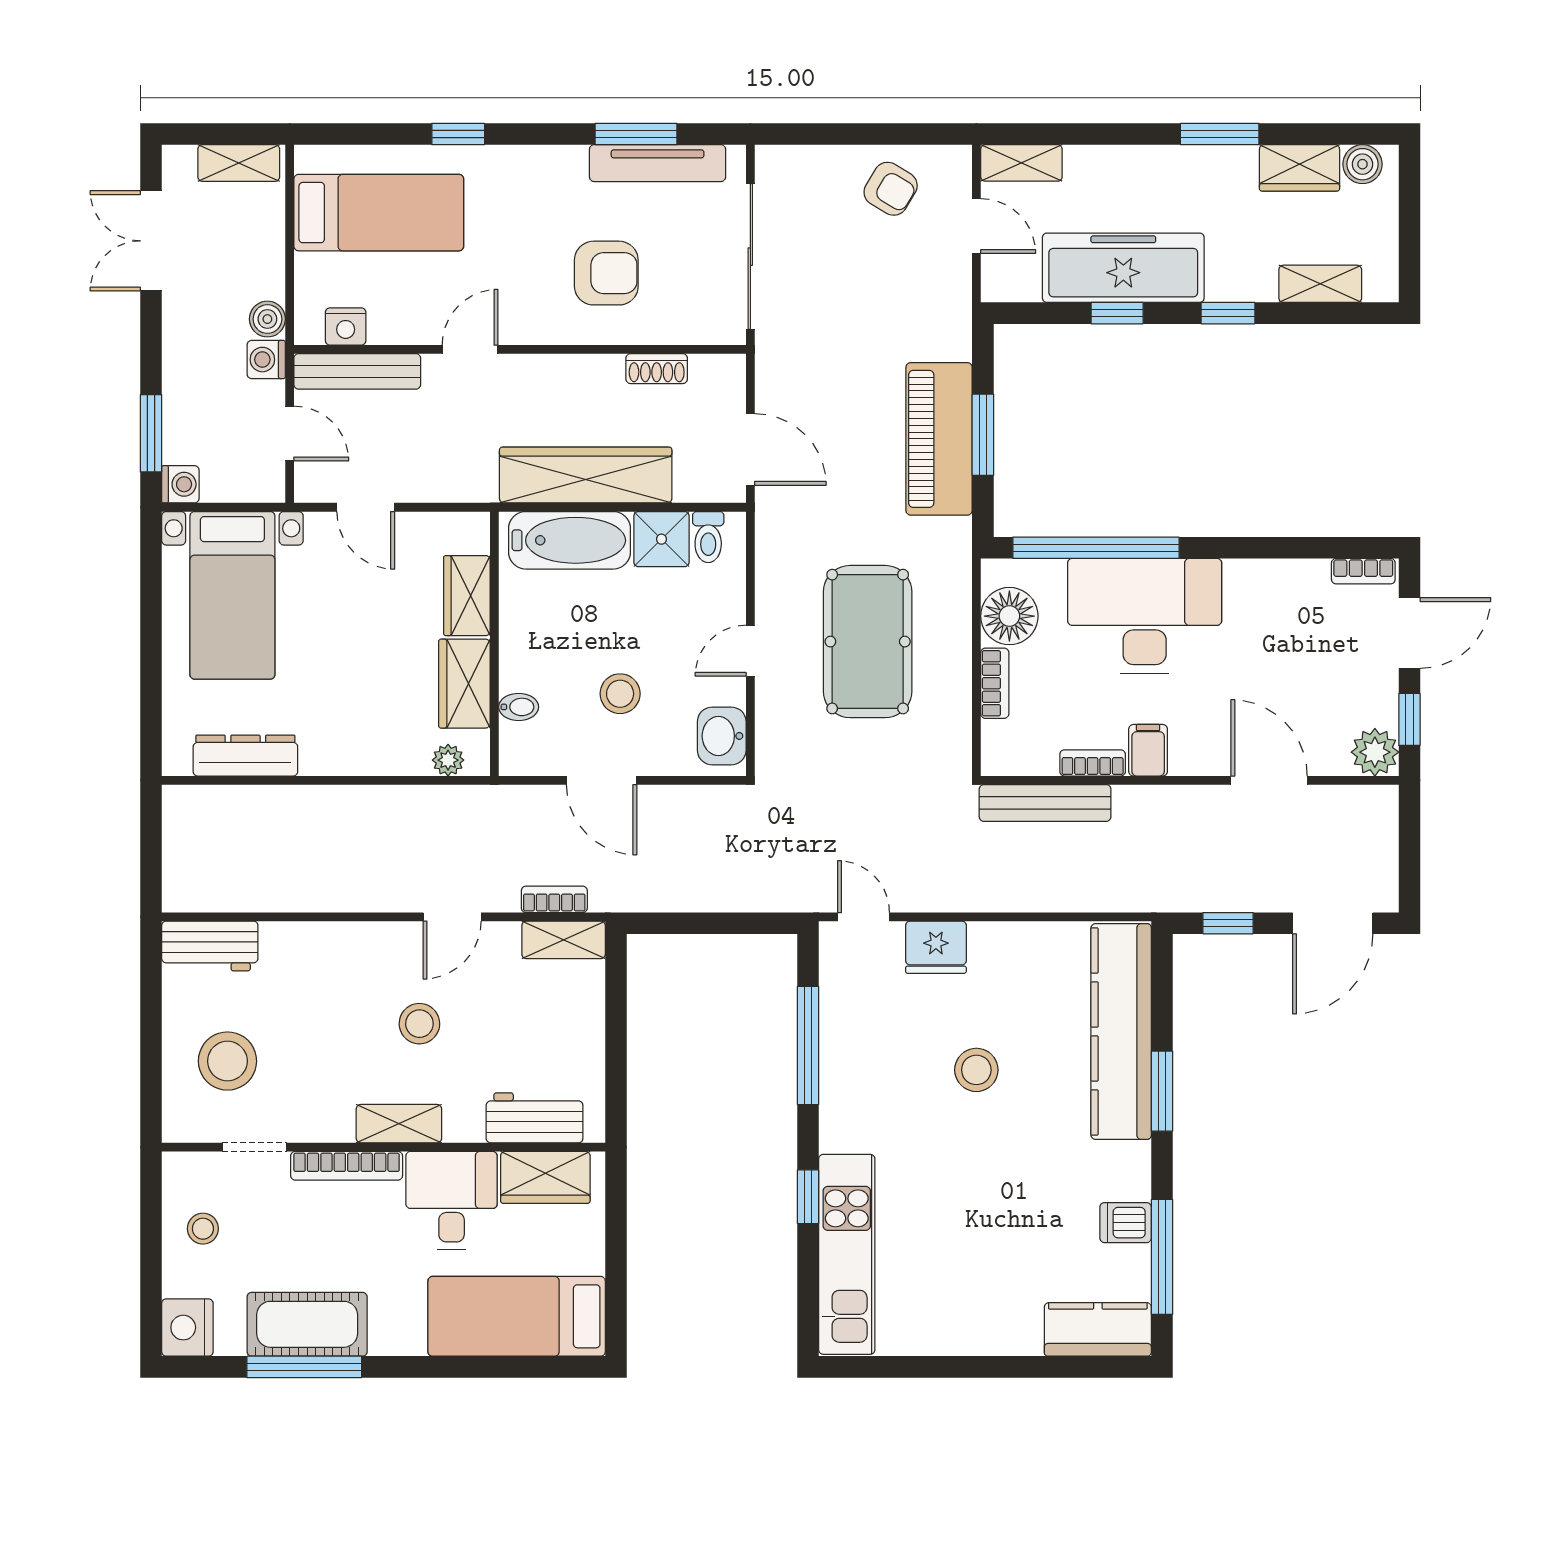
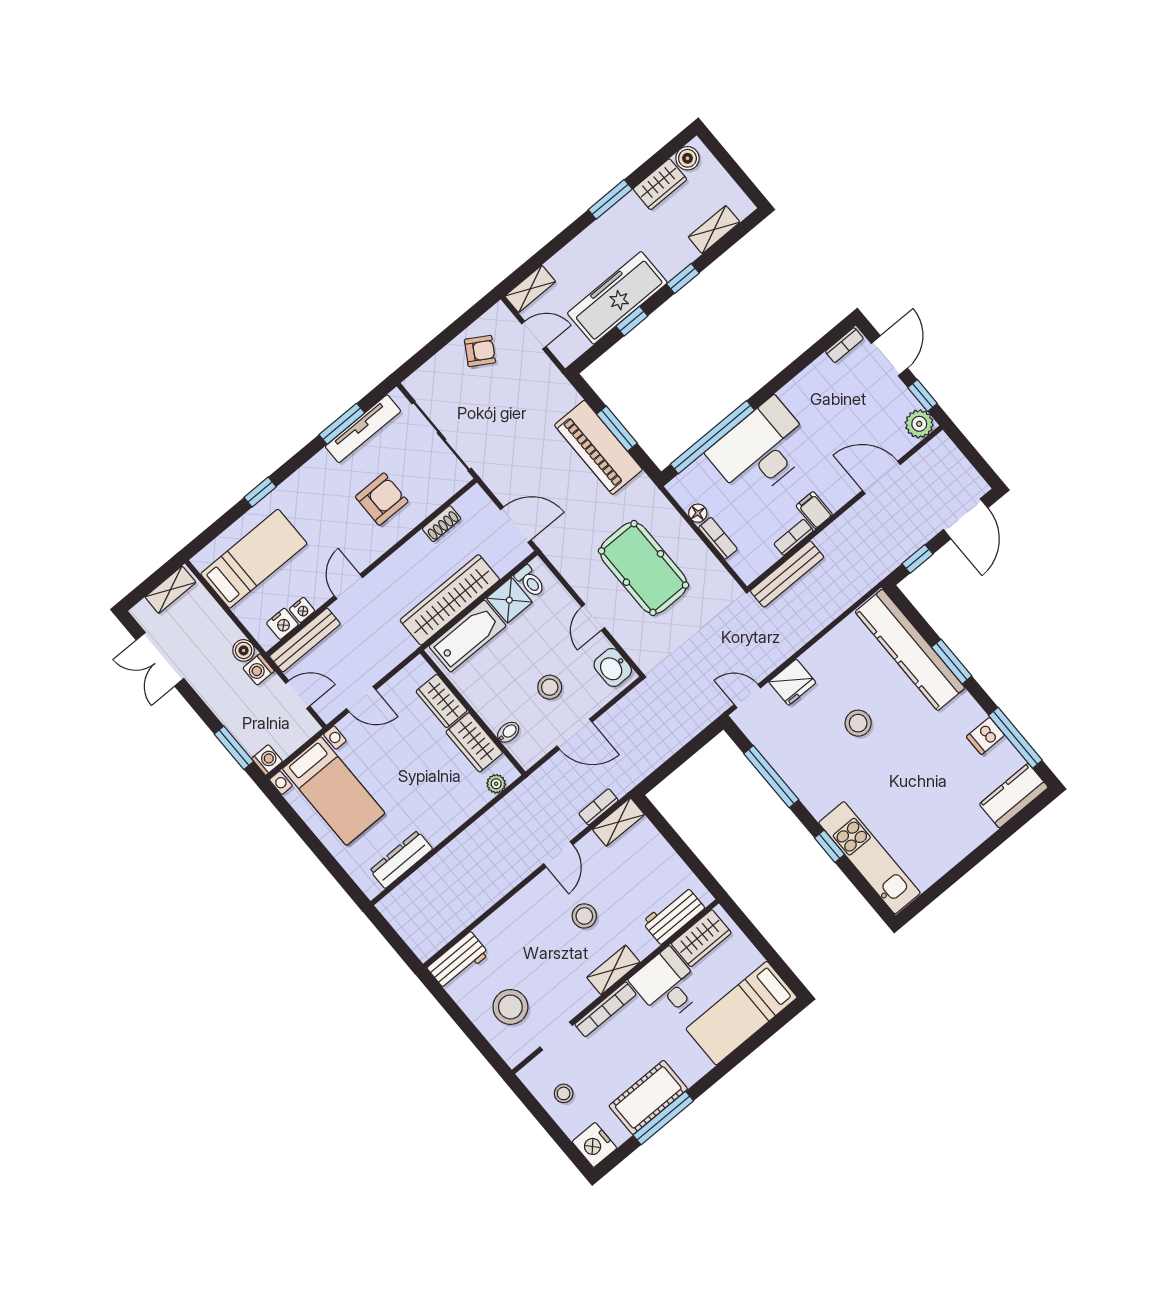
nightstand: (386, 330) -> (302, 610), added
floor lamp: (1009, 616) -> (698, 513), width x0.53, depth x0.53

